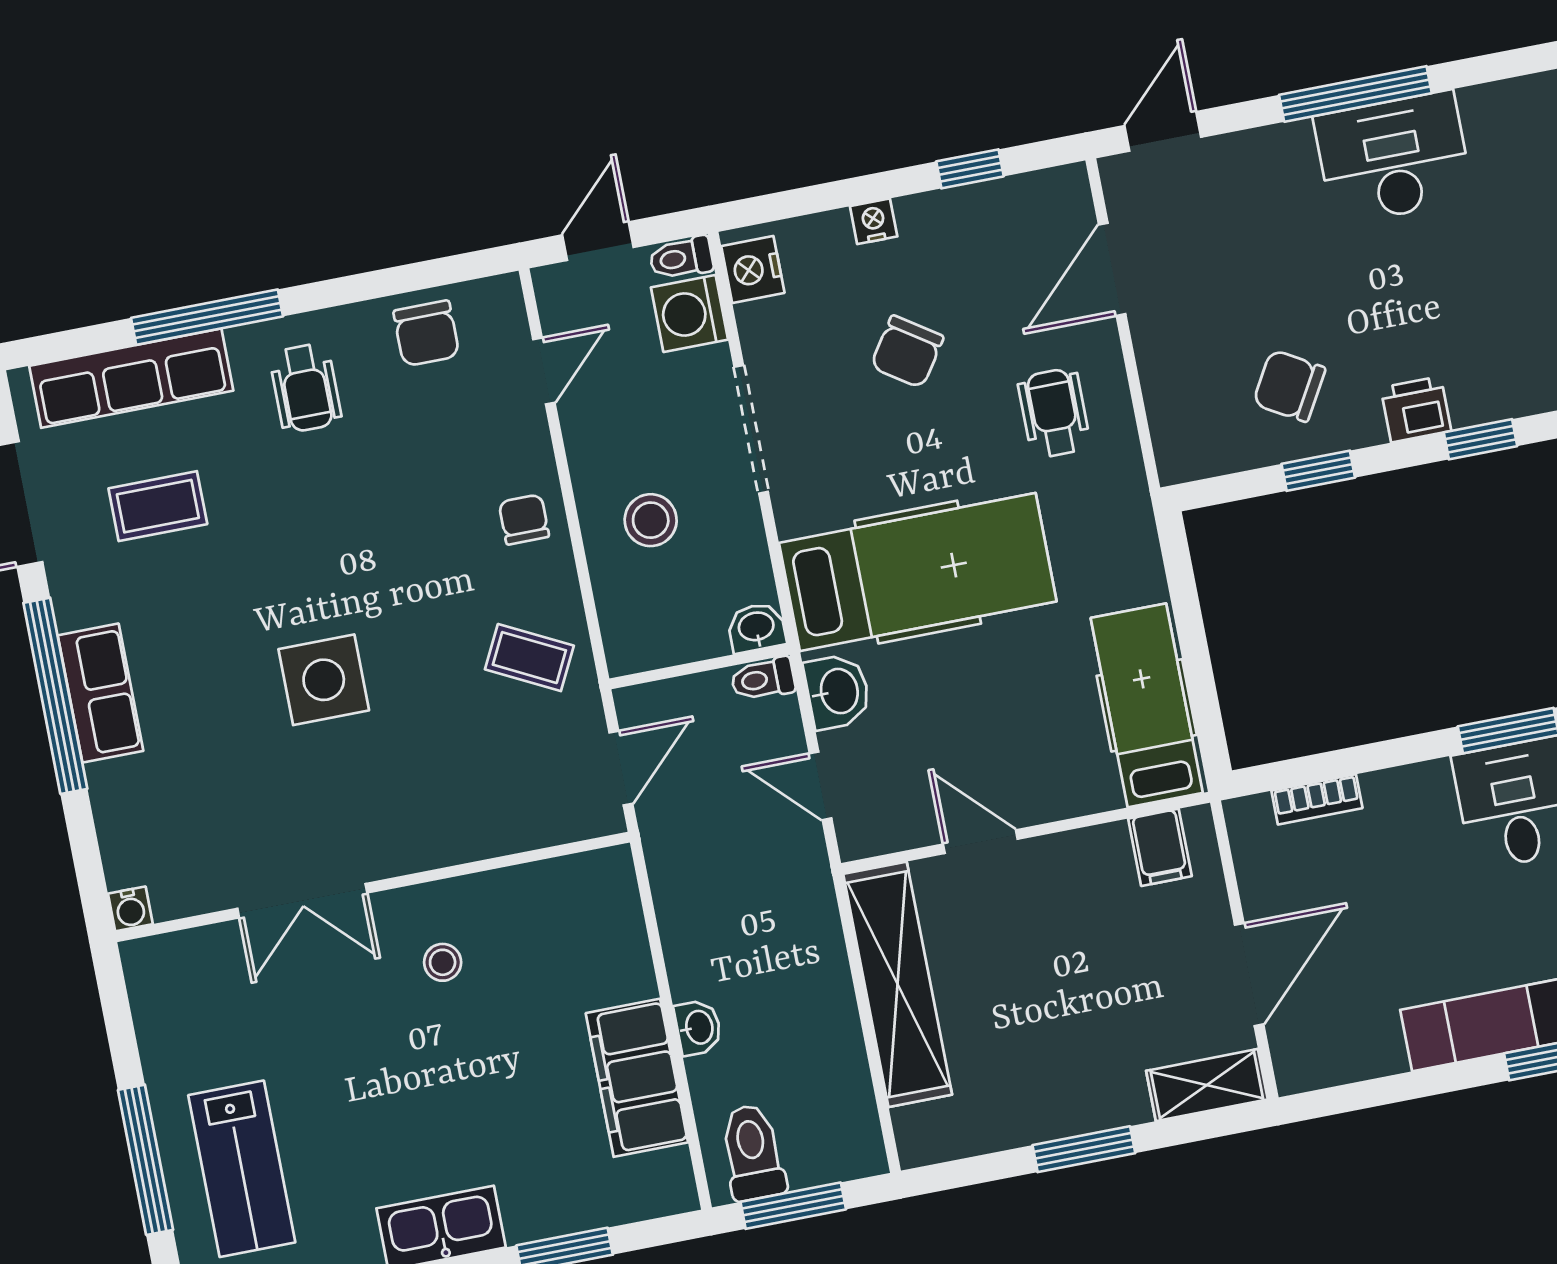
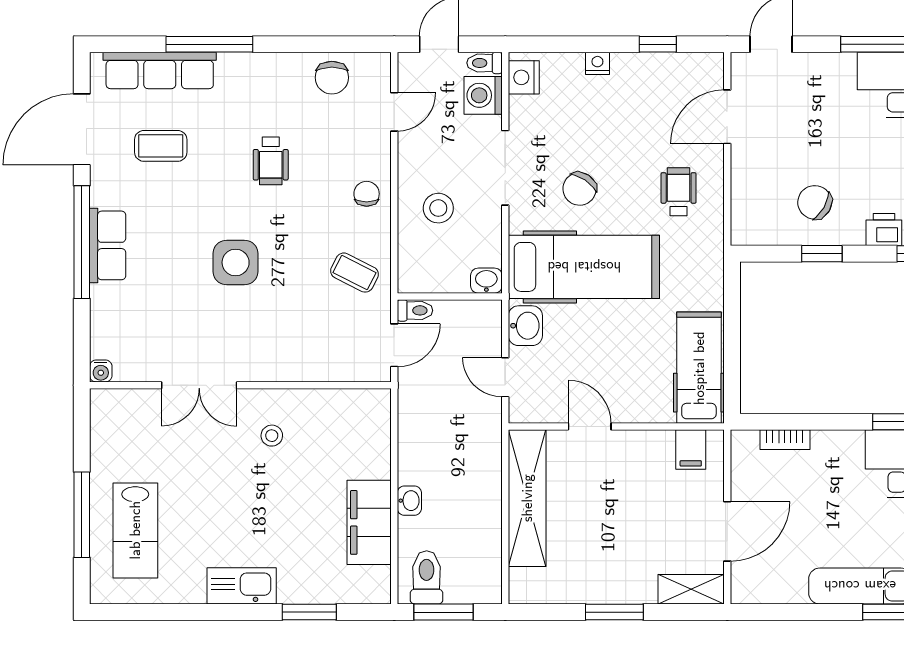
chair: (907, 352) -> (580, 189), moved
wheelchair: (305, 388) -> (271, 161), moved
toilet: (763, 679) -> (415, 310), moved, turned 180

